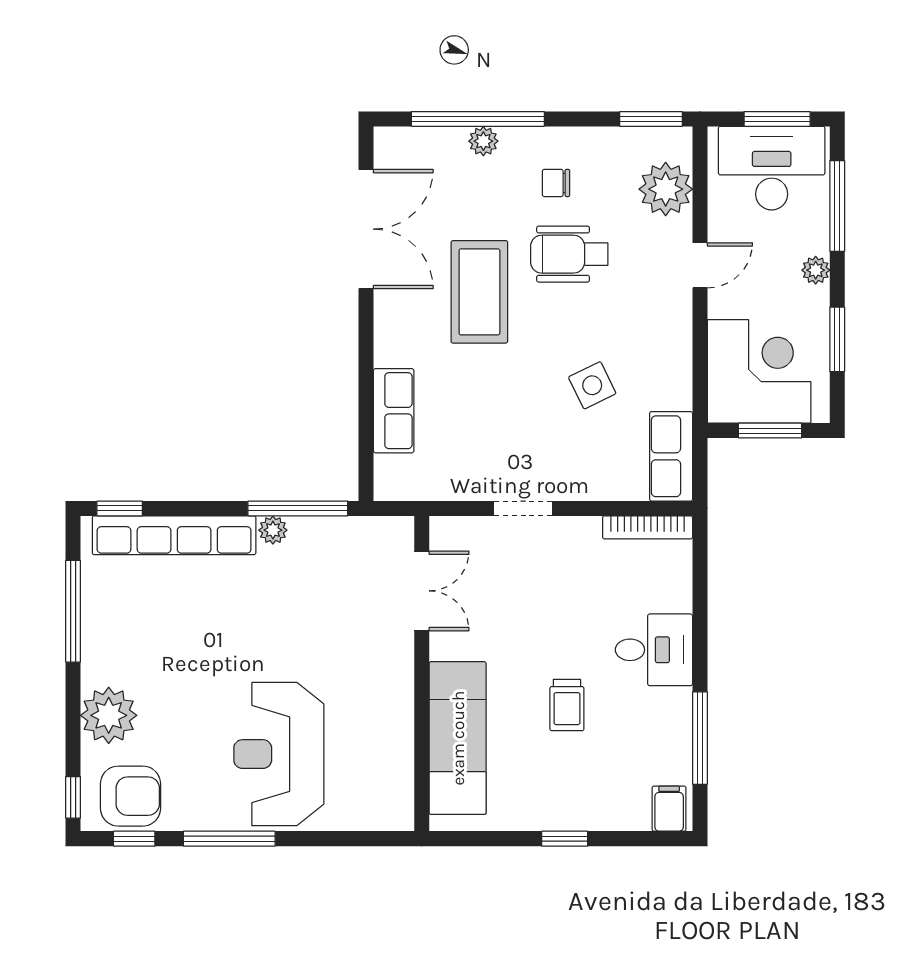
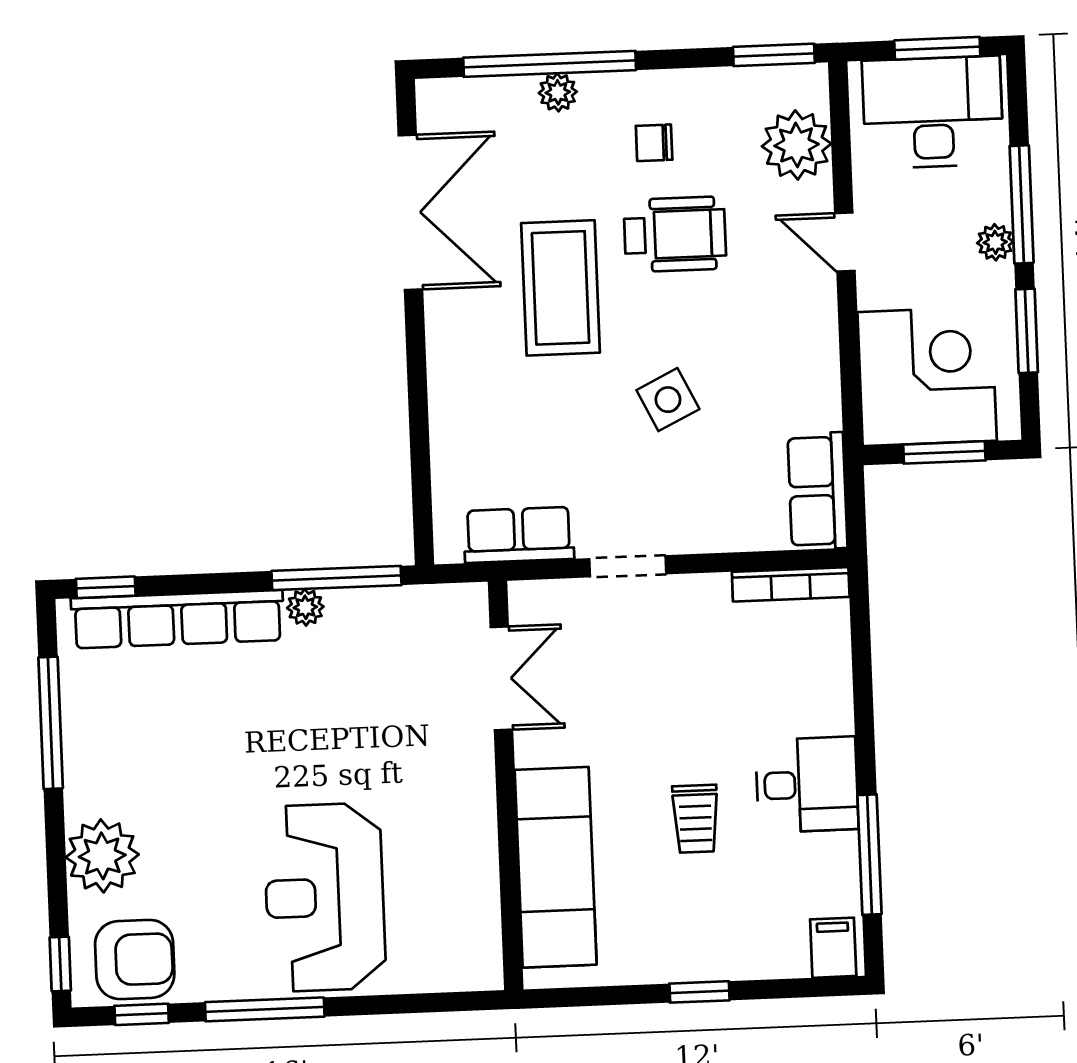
window: (837, 206) -> (1022, 204), moved
wheelchair: (569, 254) -> (675, 234), turned 180
door: (700, 265) -> (845, 242), swing flipped
side table: (592, 385) -> (668, 400), moved
row of seats: (394, 411) -> (519, 535), moved, turned -90
desk: (654, 650) -> (807, 785), moved

